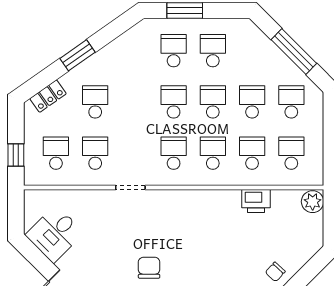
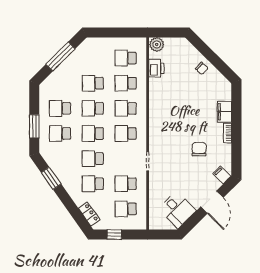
window: (77, 55) -> (51, 178), moved
school desk: (291, 102) -> (93, 159), moved
window: (16, 155) -> (114, 235), moved
printer: (256, 201) -> (156, 68), moved
chair: (149, 268) -> (199, 149), turned 91

